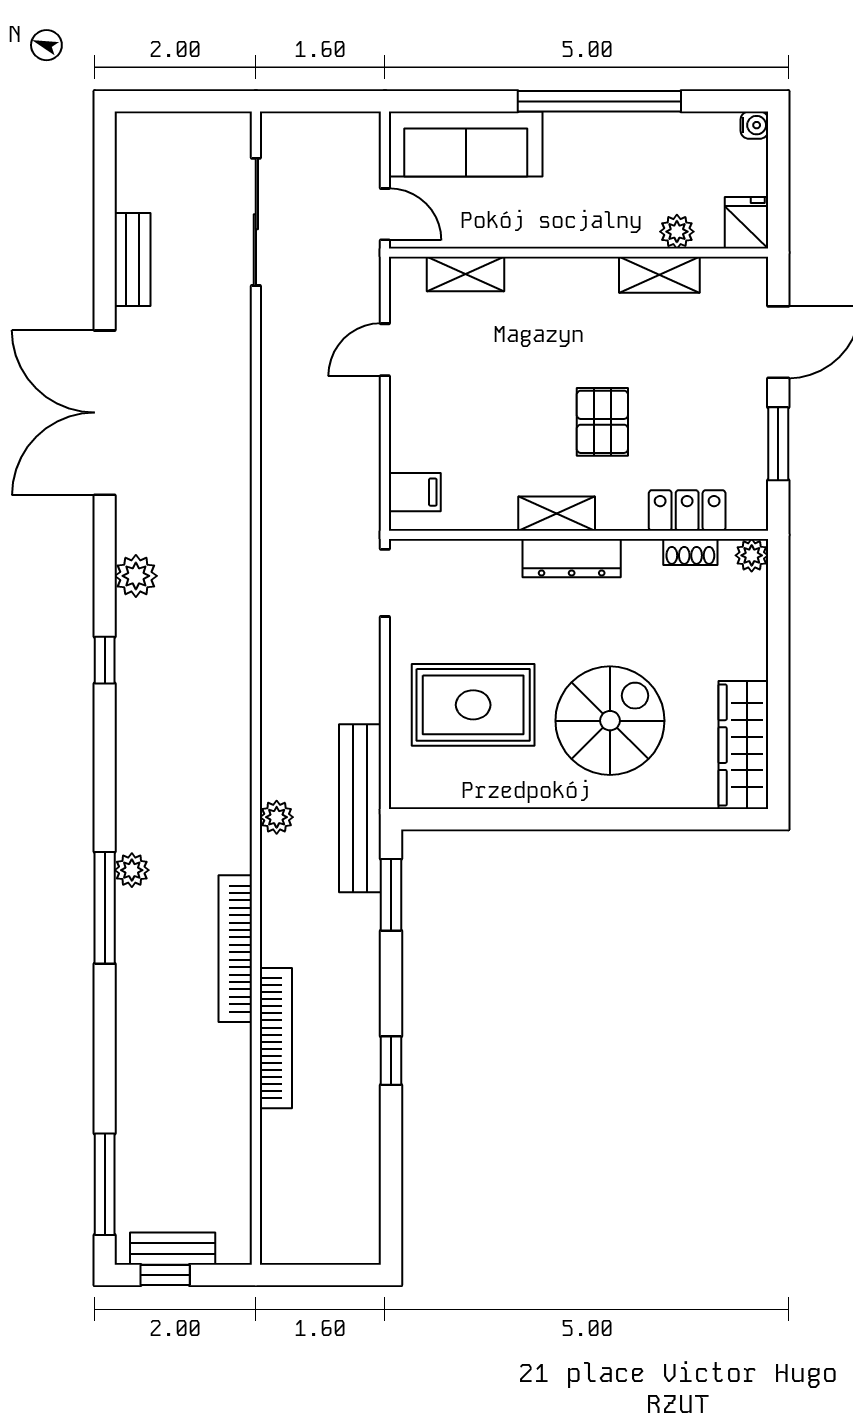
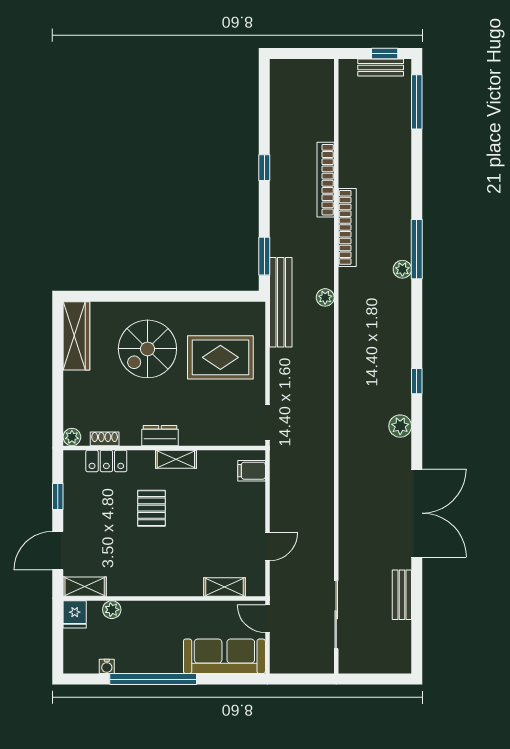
water cooler: (754, 125) -> (107, 666), moved, turned -90
shelving: (659, 275) -> (85, 587), moved
window: (778, 444) -> (58, 496), width x0.67
dresser: (572, 558) -> (160, 436), width x0.70

